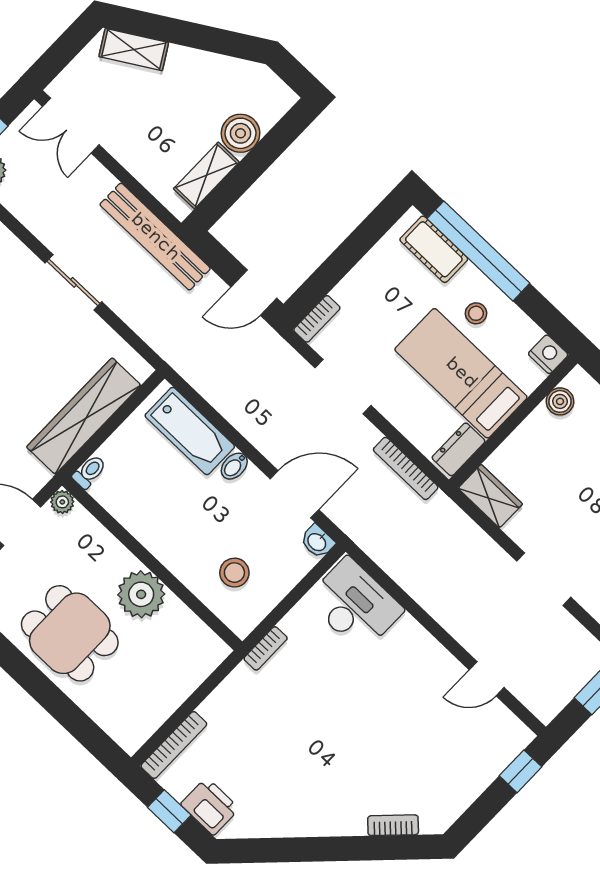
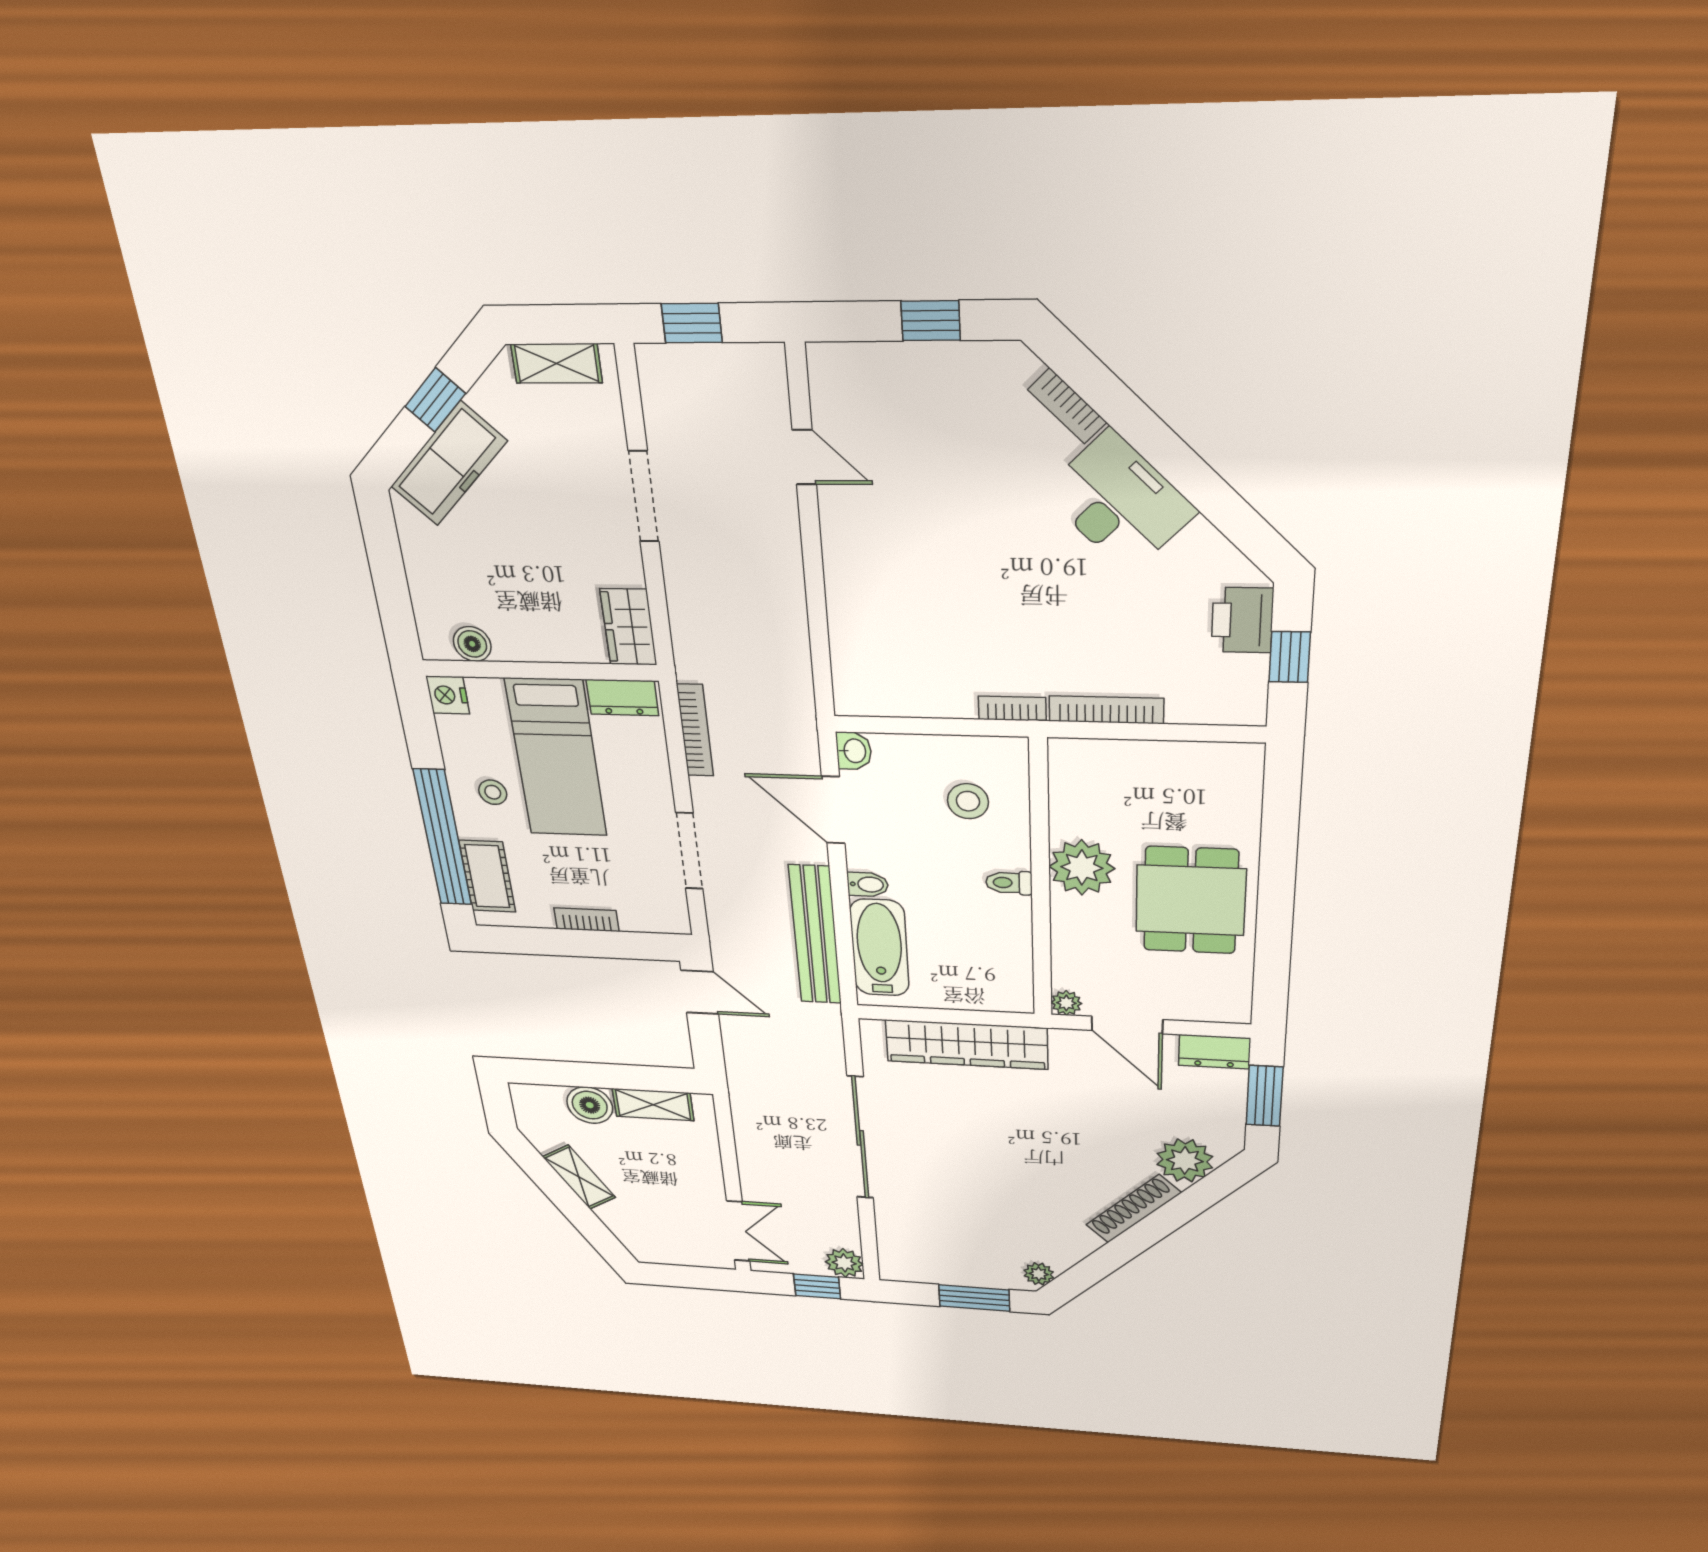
shelving: (134, 50) -> (579, 1177), moved
bench: (155, 237) -> (815, 935), moved
sliding door: (73, 282) -> (860, 1138), width x1.86
bookcase: (317, 319) -> (587, 920), moved
toilet: (89, 472) -> (1009, 883), moved
desk: (355, 605) -> (1119, 502), moved, turned 135
bookcase: (174, 745) -> (1106, 710), moved
window: (521, 771) -> (931, 321), moved

